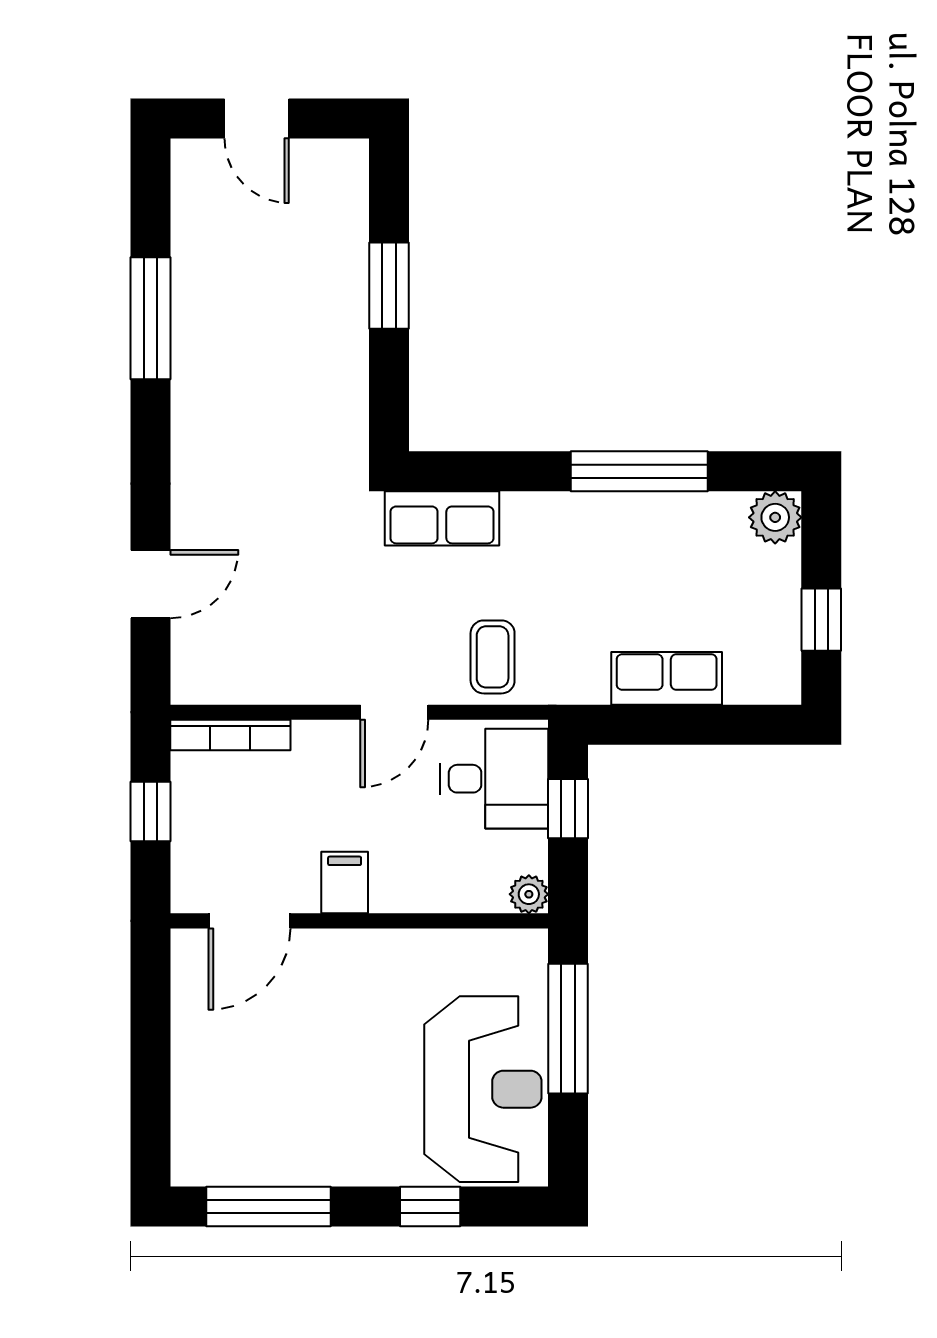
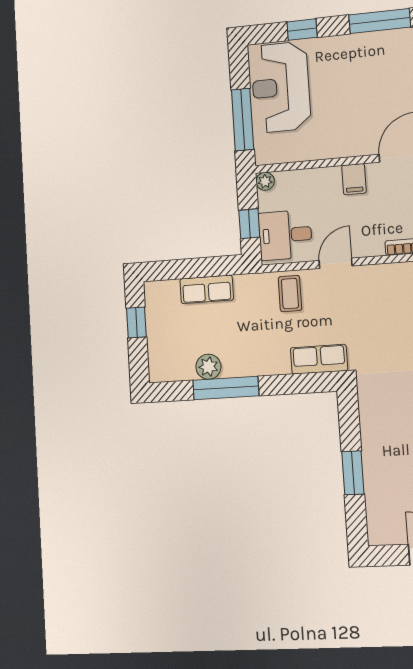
plant: (775, 517) -> (208, 367), moved

